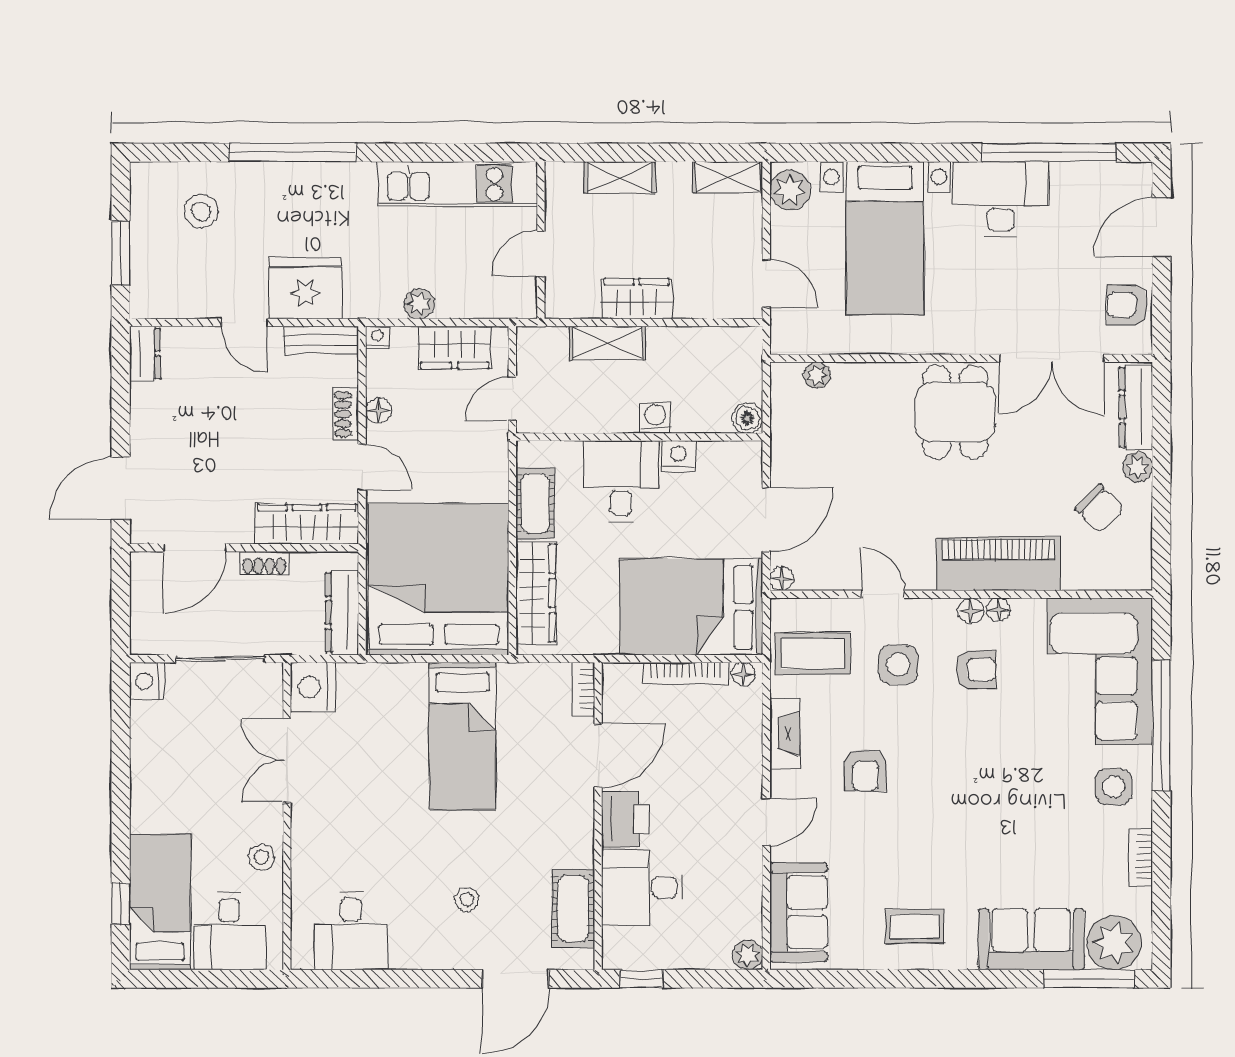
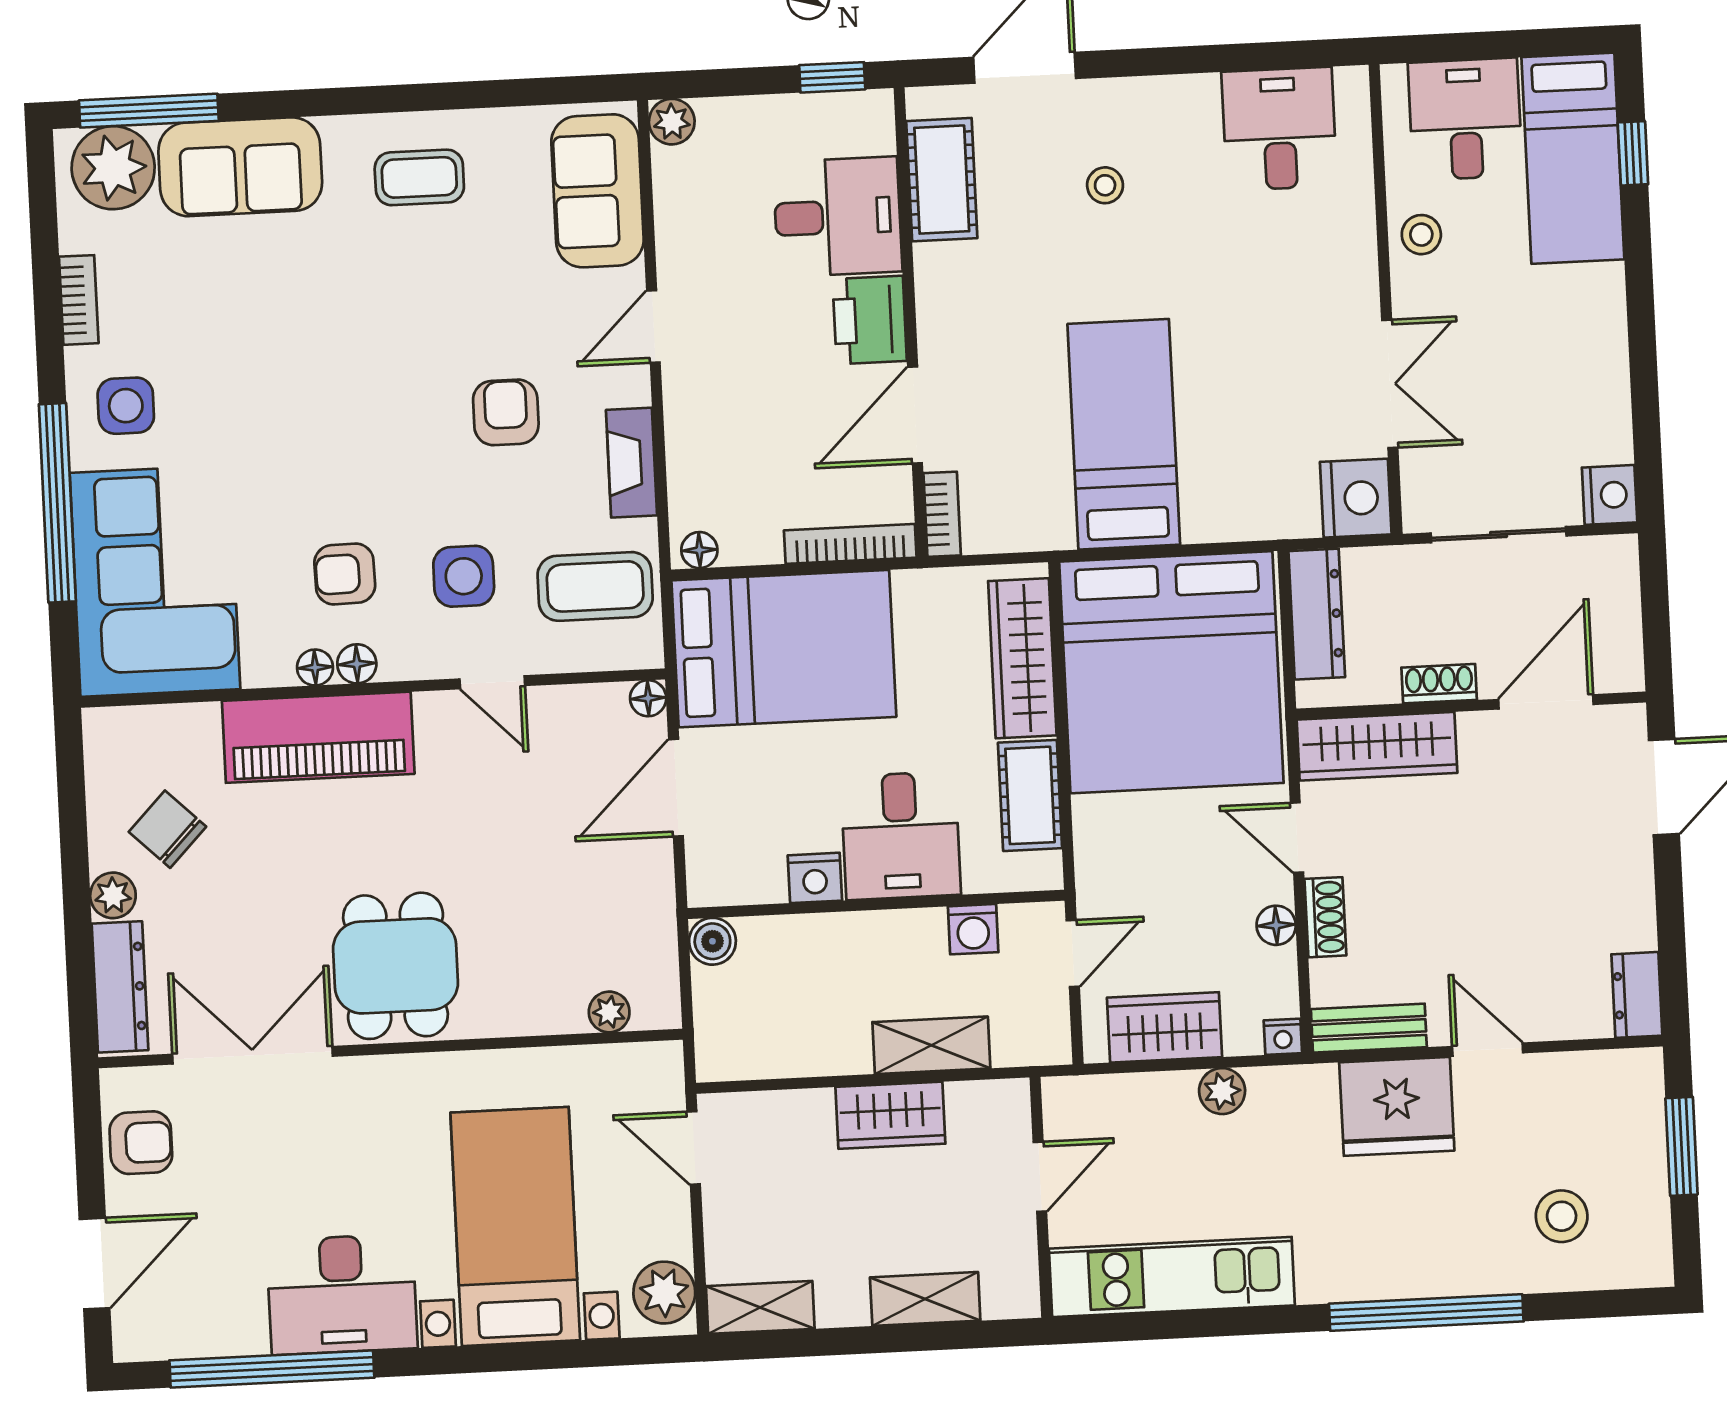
washing machine: (655, 418) -> (973, 929), moved
bookcase: (686, 673) -> (850, 544), moved

